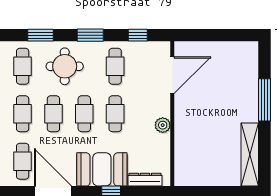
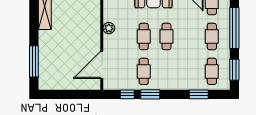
window: (90, 35) -> (150, 94), moved
round table: (65, 66) -> (181, 71), removed
window: (265, 100) -> (34, 61), moved
cafe table: (53, 114) -> (189, 37), removed

